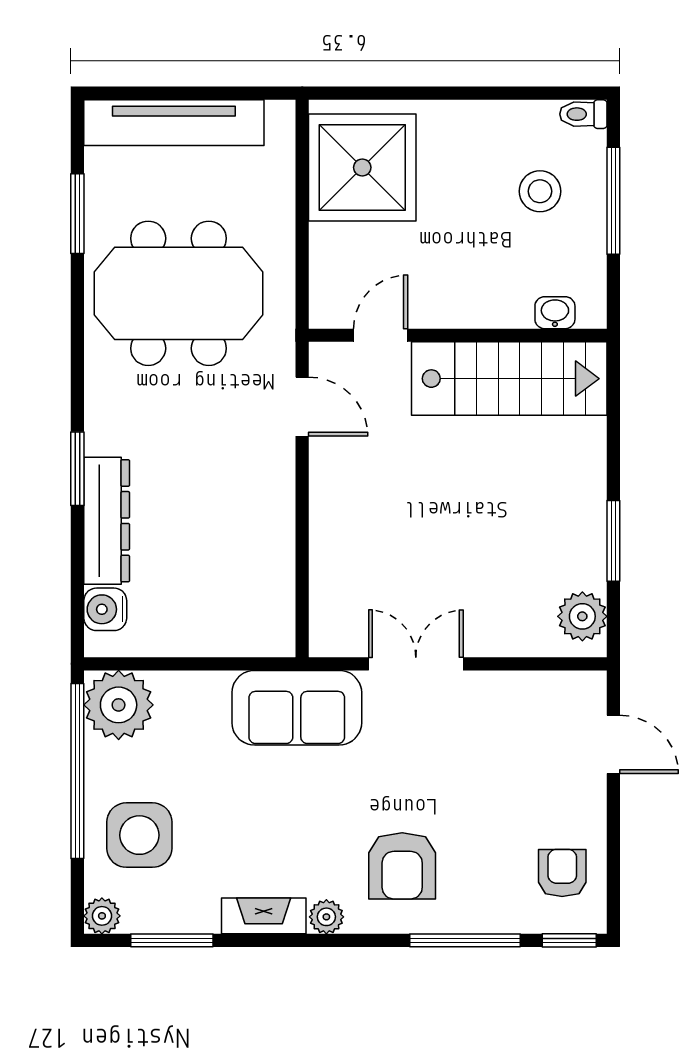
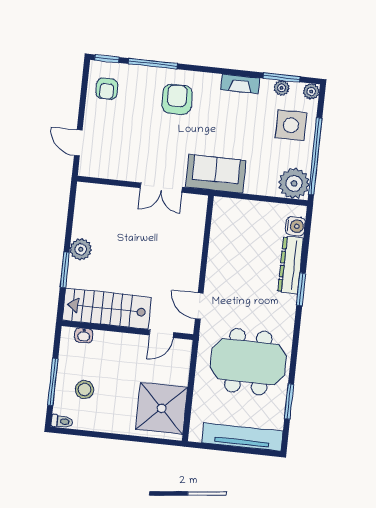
window: (613, 541) -> (65, 270), moved
plant: (582, 616) -> (81, 249), moved
plant: (326, 917) -> (282, 88), moved

